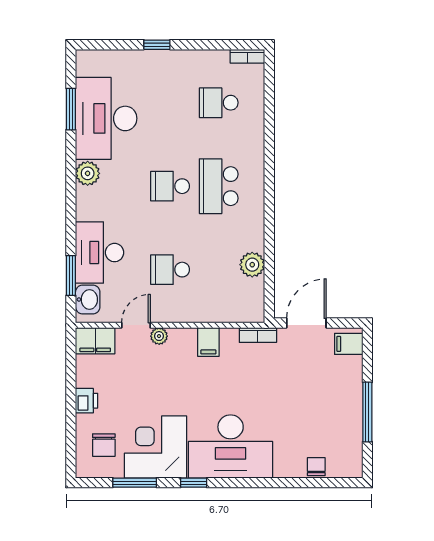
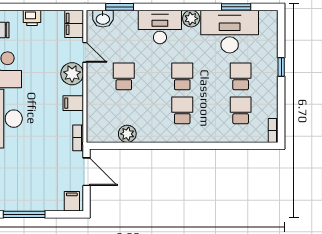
school desk: (170, 103) -> (241, 76), added
school desk: (219, 186) -> (182, 110), width x0.54
desk: (100, 253) -> (160, 27), moved
plant: (159, 336) -> (72, 74), width x1.87, depth x1.87

